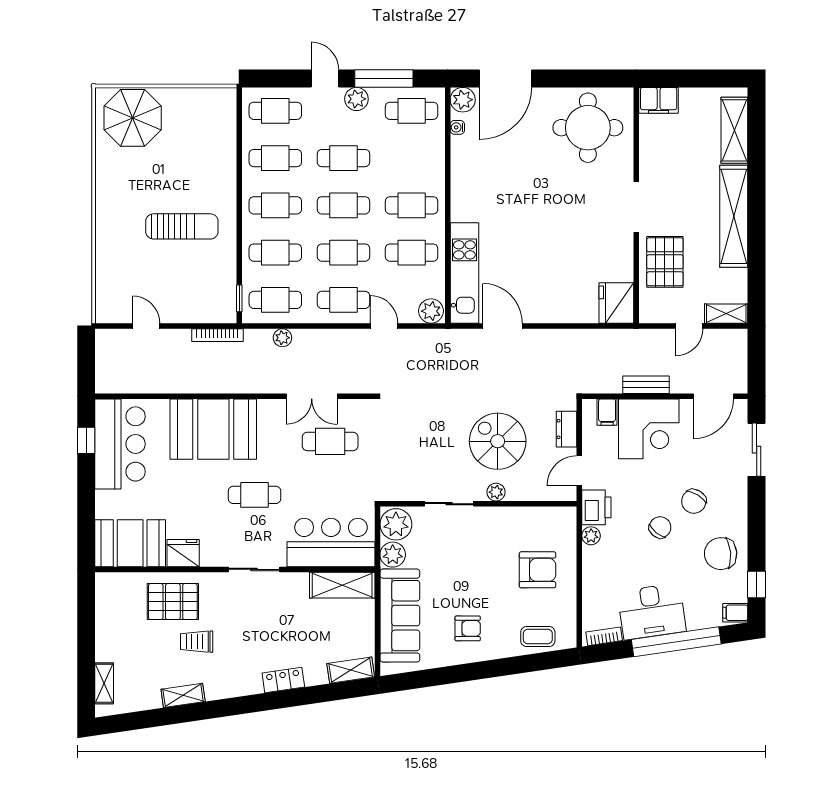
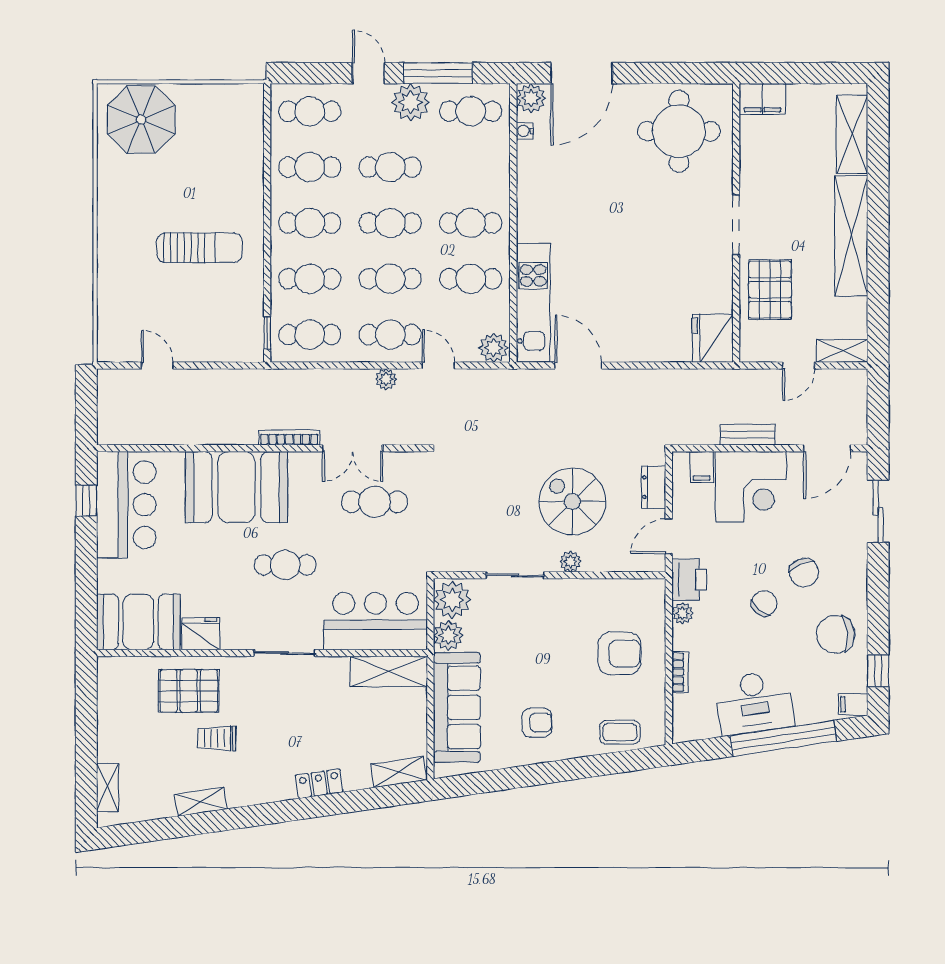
plant: (356, 99) -> (411, 102), width x1.36, depth x1.36
bookcase: (217, 335) -> (289, 437), moved, turned 180
plant: (282, 338) -> (386, 379), moved
chair: (694, 501) -> (804, 573), turned -54
bookcase: (604, 636) -> (680, 672), moved, turned 98

